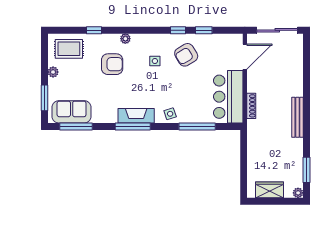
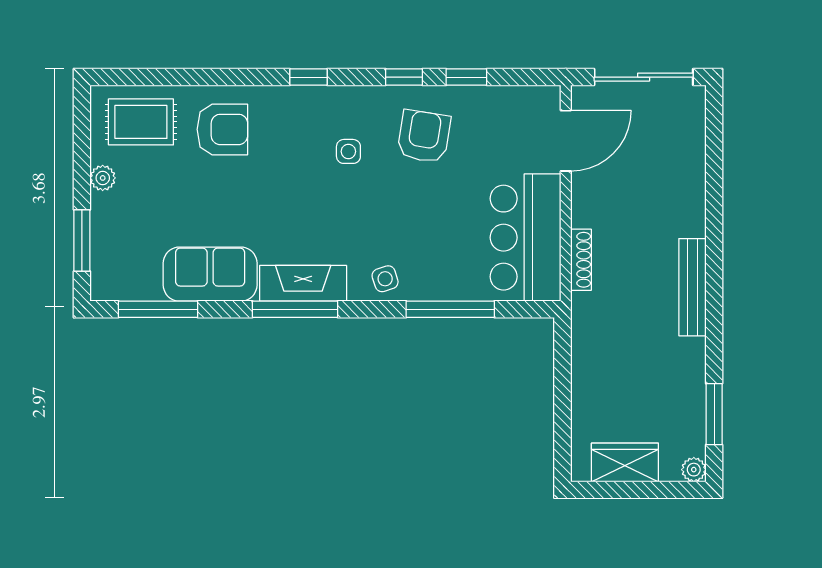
window: (94, 30) -> (309, 77), moved
plant: (125, 39) -> (277, 97), removed
armchair: (186, 55) -> (424, 136), turned 130
armchair: (112, 64) -> (222, 129), moved
sofa: (72, 112) -> (210, 274), moved

